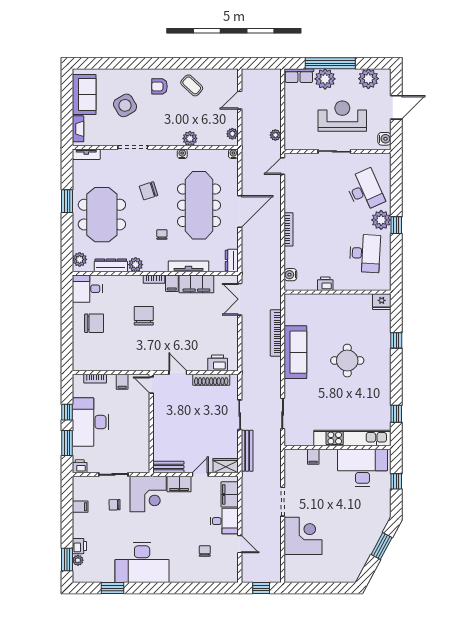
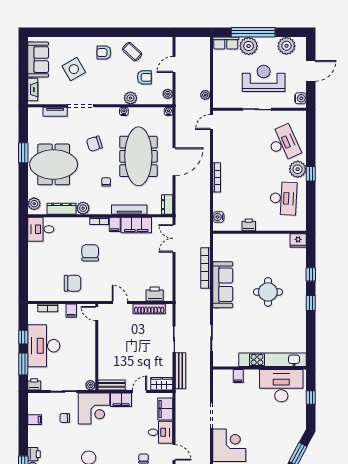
armchair: (206, 115) -> (144, 77), added
tv unit: (86, 154) -> (55, 112), moved
meeting table: (102, 215) -> (54, 164), turned 90
chair: (94, 323) -> (73, 283), moved
window: (396, 414) -> (311, 303), moved
plant: (144, 467) -> (90, 385), added

